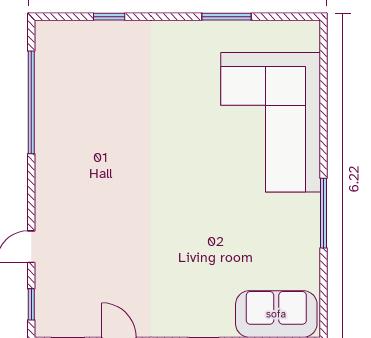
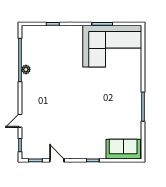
corner sofa: (271, 122) -> (112, 46), moved, turned -90
plant: (45, 125) -> (26, 69), added

